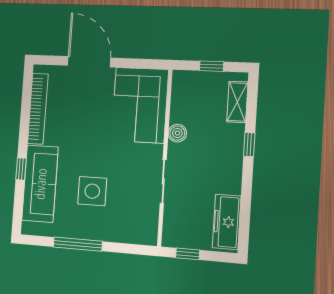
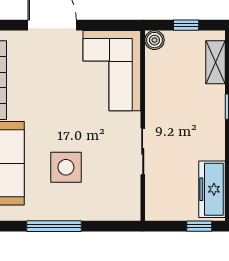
boiler: (177, 133) -> (154, 40), moved
window: (188, 254) -> (199, 226), moved

